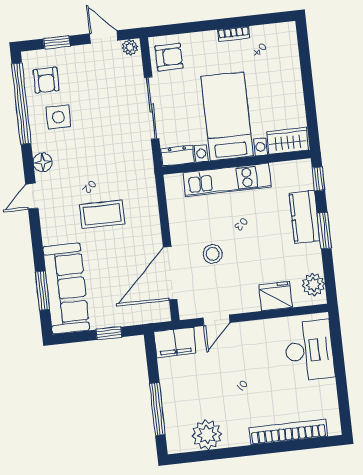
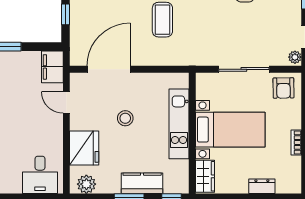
dresser: (178, 156) -> (262, 186), moved, turned -90
stool: (213, 254) -> (125, 118), moved
door: (170, 273) -> (109, 69), hinge flipped
fridge: (276, 296) -> (84, 148), width x1.36, depth x1.34
desk: (309, 350) -> (40, 175), width x0.73

